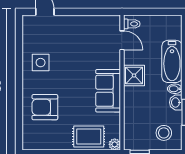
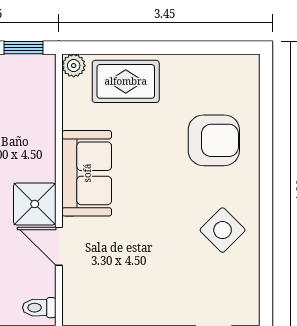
door: (122, 40) -> (59, 246), moved
side table: (41, 63) -> (223, 230), turned 45

